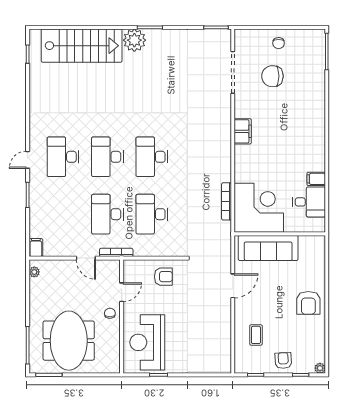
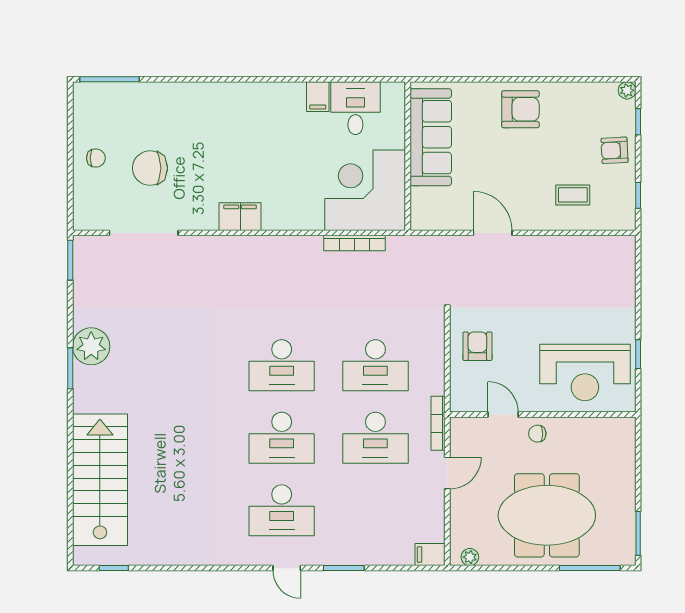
plant: (134, 40) -> (91, 346), moved
chair: (272, 76) -> (150, 168), turned 90
sofa: (268, 248) -> (431, 137), moved
meeting table: (69, 341) -> (547, 515), moved

